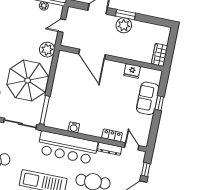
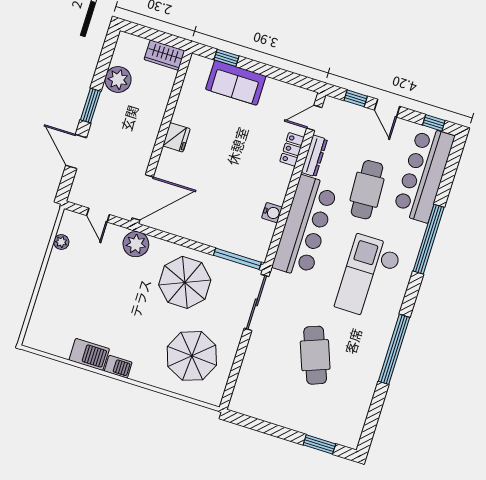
plant: (124, 25) -> (118, 80), moved
door: (92, 54) -> (143, 197), moved
fridge: (132, 71) -> (176, 137), moved
parasol: (28, 81) -> (185, 282), width x0.73, depth x0.73
window: (159, 103) -> (227, 58), moved

